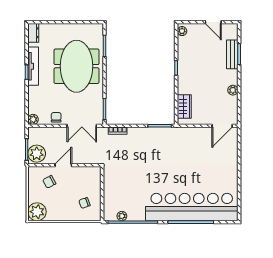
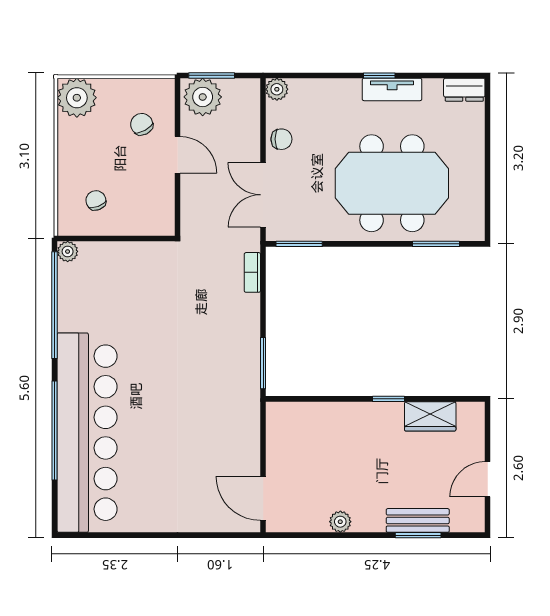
plant: (182, 31) -> (468, 412), removed
tv unit: (33, 66) -> (392, 89), width x0.71
wardrobe: (184, 106) -> (430, 416), moved
plant: (122, 216) -> (68, 251), moved

